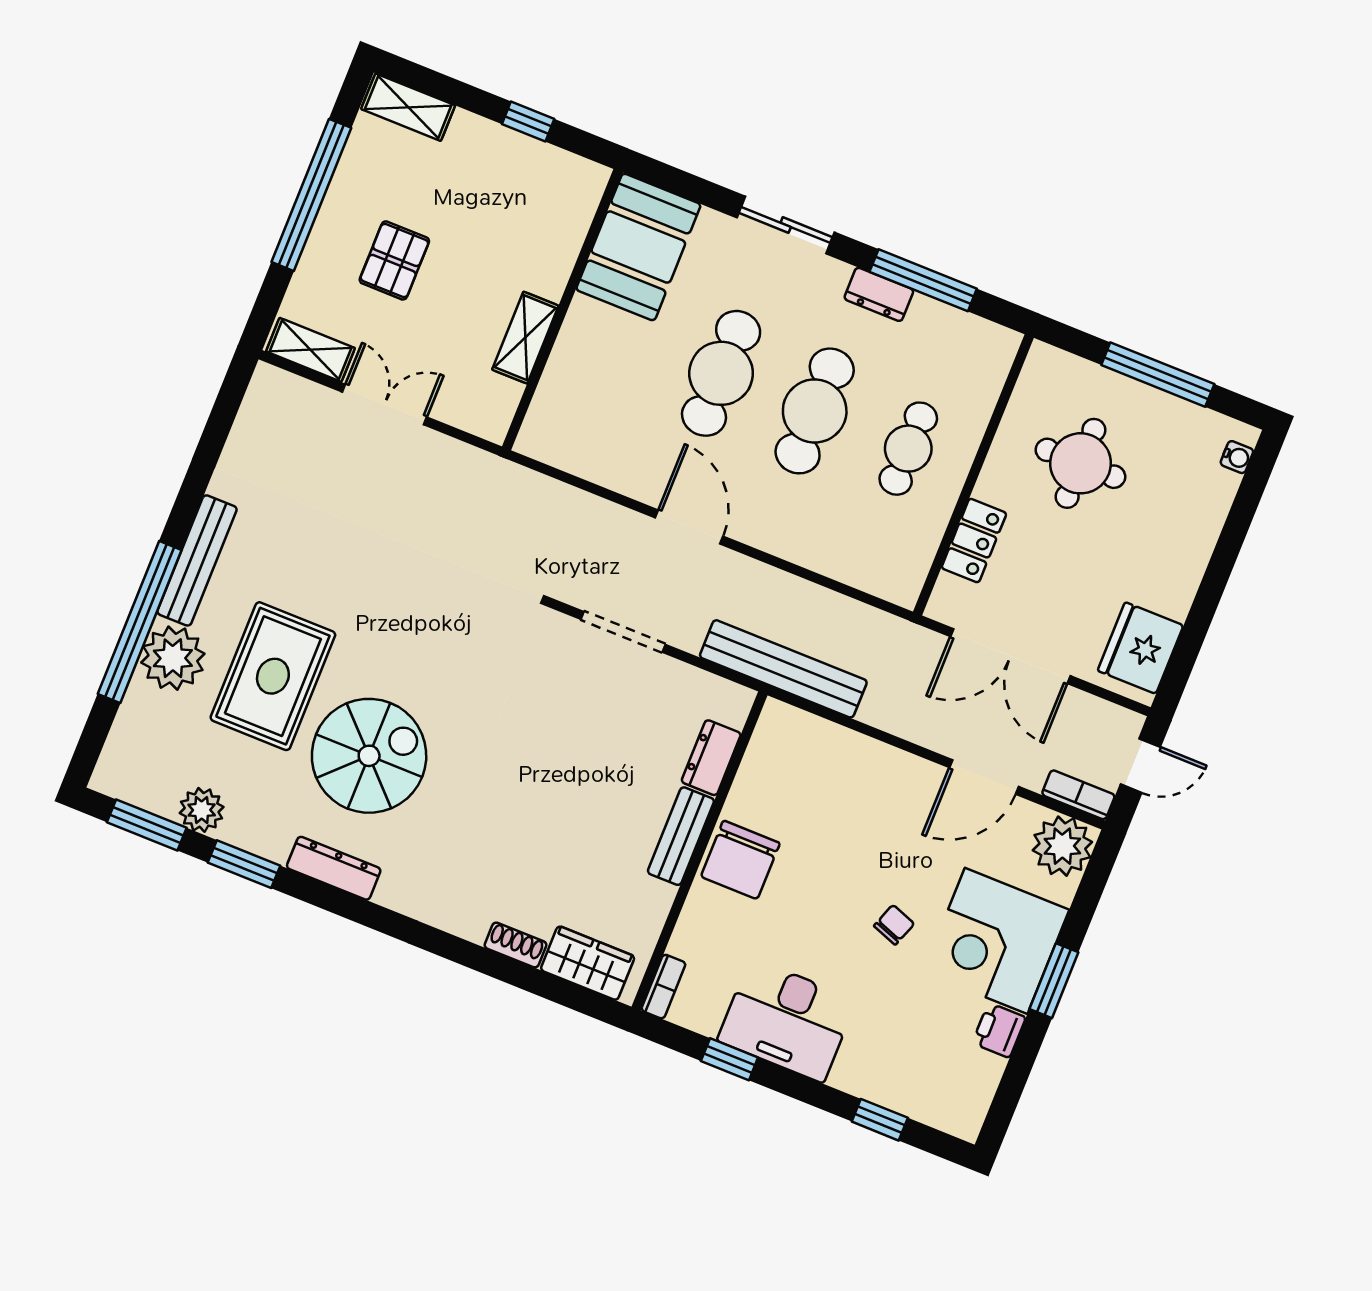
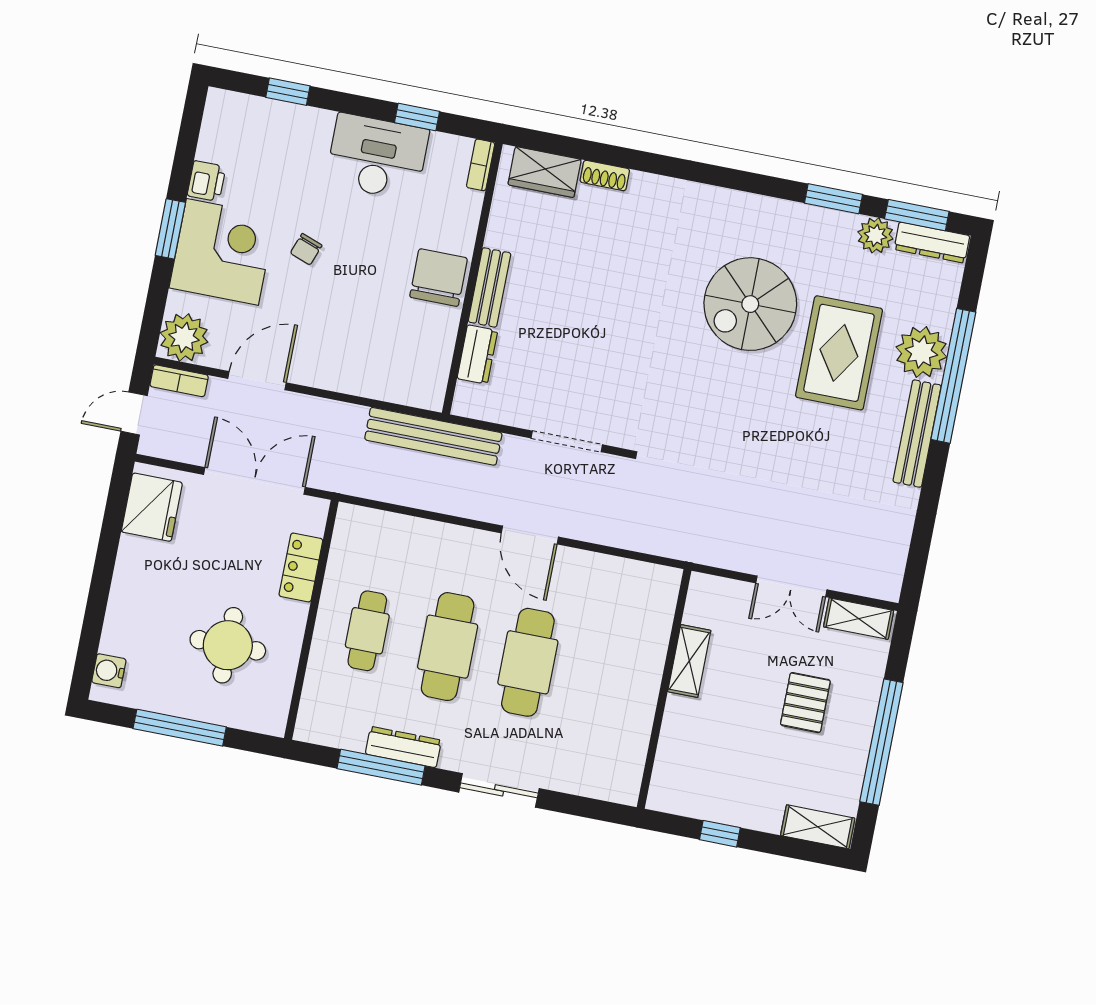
booth: (638, 247) -> (613, 750), removed
dresser: (879, 294) -> (403, 747), width x1.44
water cooler: (1237, 457) -> (109, 671), width x1.38, depth x1.38
dresser: (334, 868) -> (932, 243), moved

